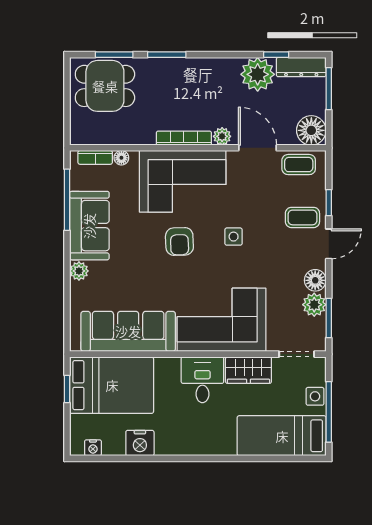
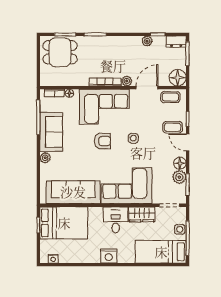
dresser: (301, 67) -> (176, 42), width x0.70
plant: (258, 74) -> (147, 41), width x0.53, depth x0.53
door: (258, 148) -> (147, 88), hinge flipped
armchair: (179, 241) -> (102, 141), turned -88
door: (329, 244) -> (188, 142), swing flipped
nightstand: (140, 443) -> (109, 256), moved

